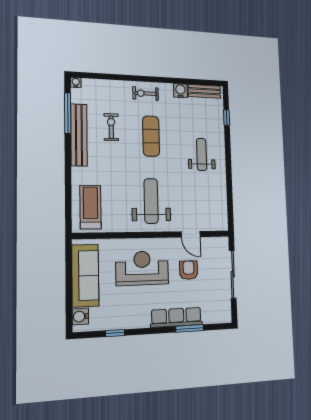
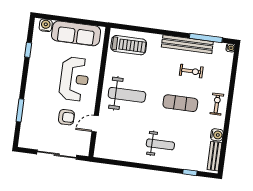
row of seats: (176, 317) -> (31, 101), removed

